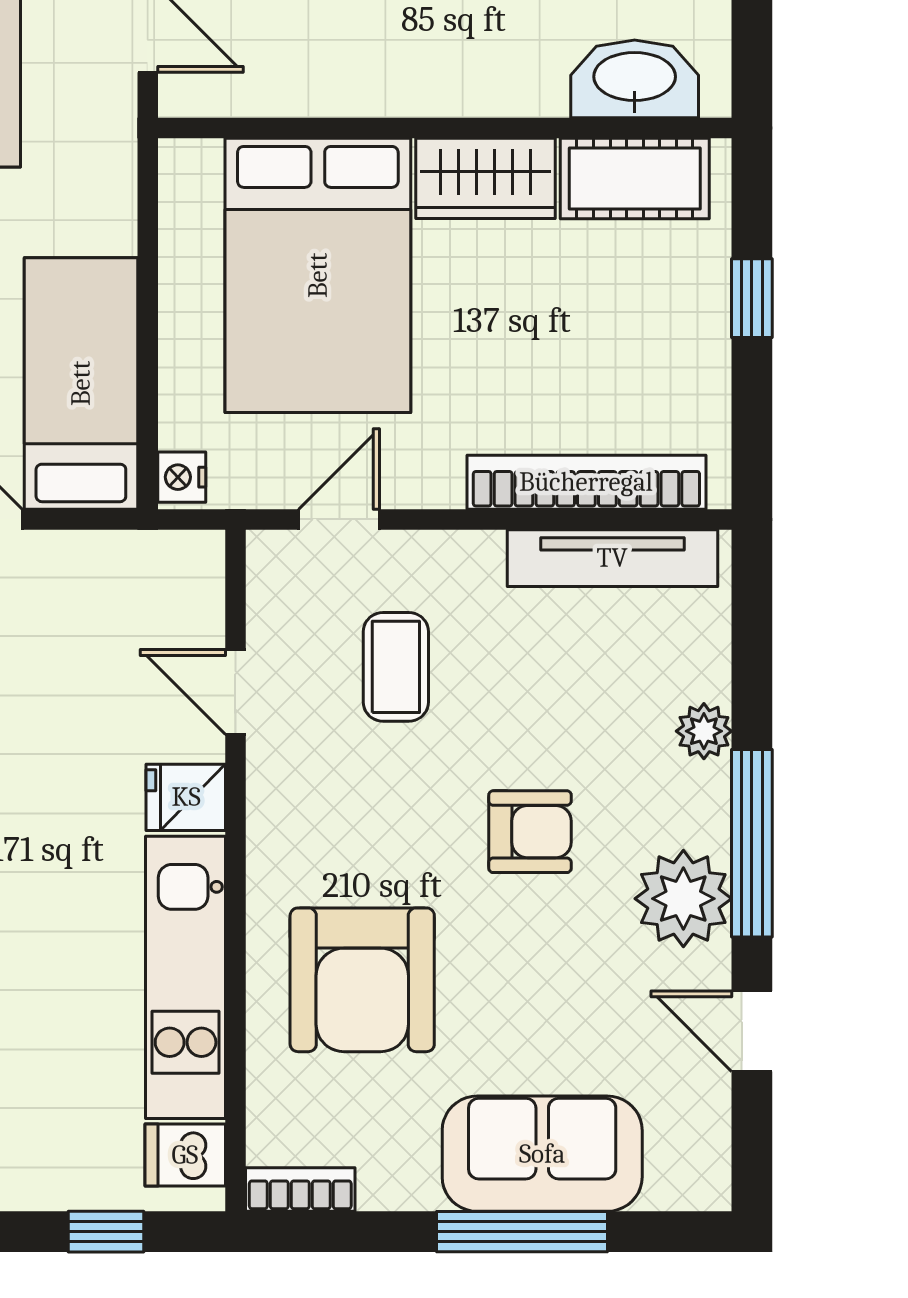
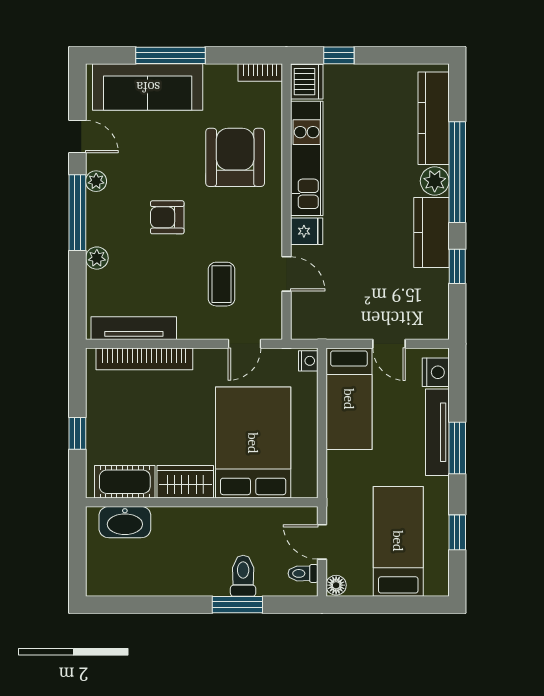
plant: (683, 899) -> (96, 181), width x0.53, depth x0.53
sofa: (542, 1154) -> (148, 87), width x1.36
dishwasher: (185, 1155) -> (307, 82), width x1.38

